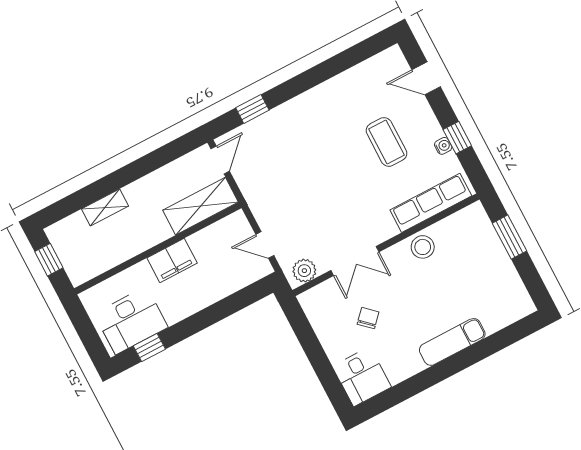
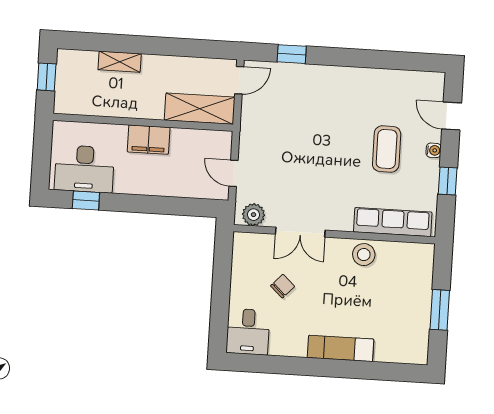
water cooler: (443, 146) -> (434, 150), moved
window: (510, 237) -> (440, 310), moved

